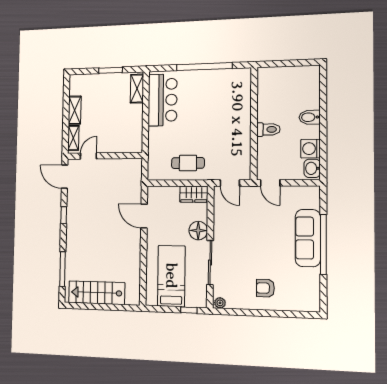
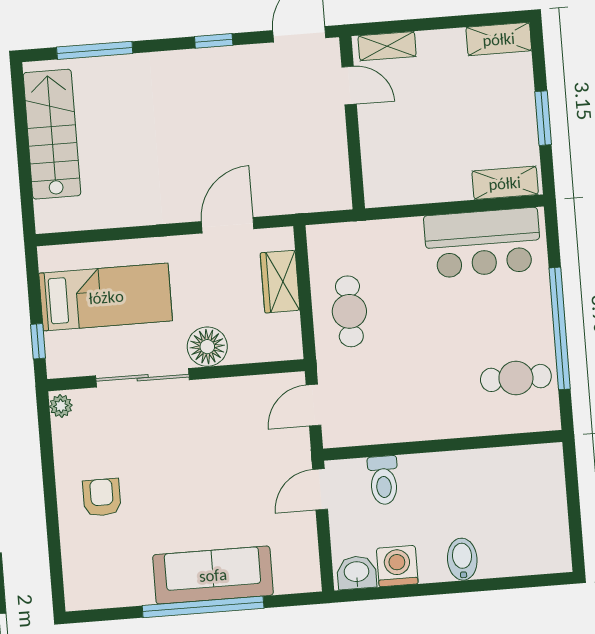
cafe table: (225, 88) -> (516, 378), added
shelving: (75, 110) -> (499, 39), moved
toilet: (268, 129) -> (383, 480), moved
wardrobe: (194, 194) -> (280, 282), moved

